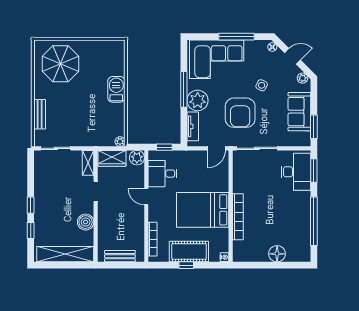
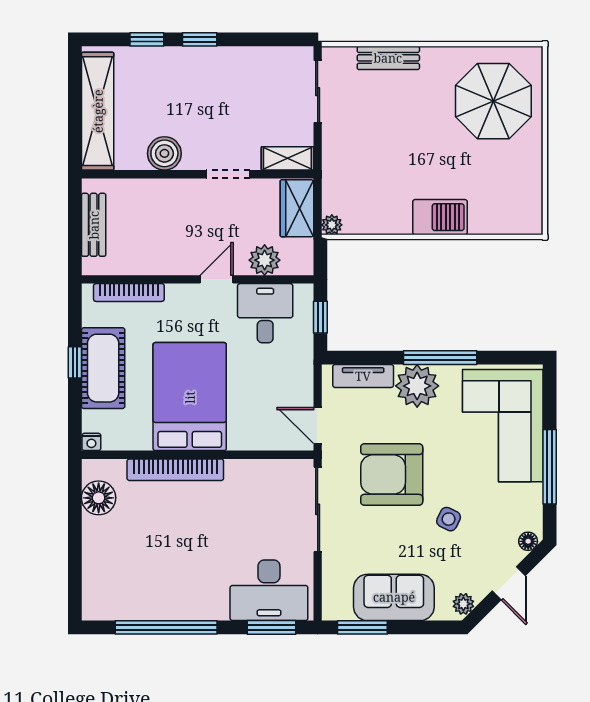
plant: (137, 158) -> (265, 260), moved
floor lamp: (277, 254) -> (99, 498), moved

